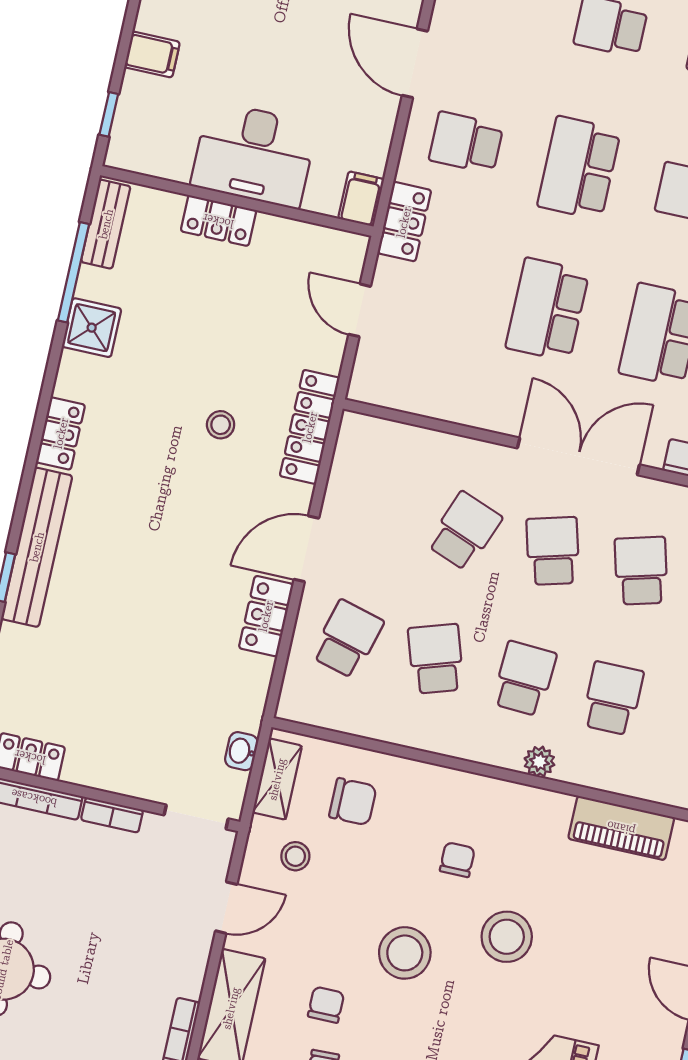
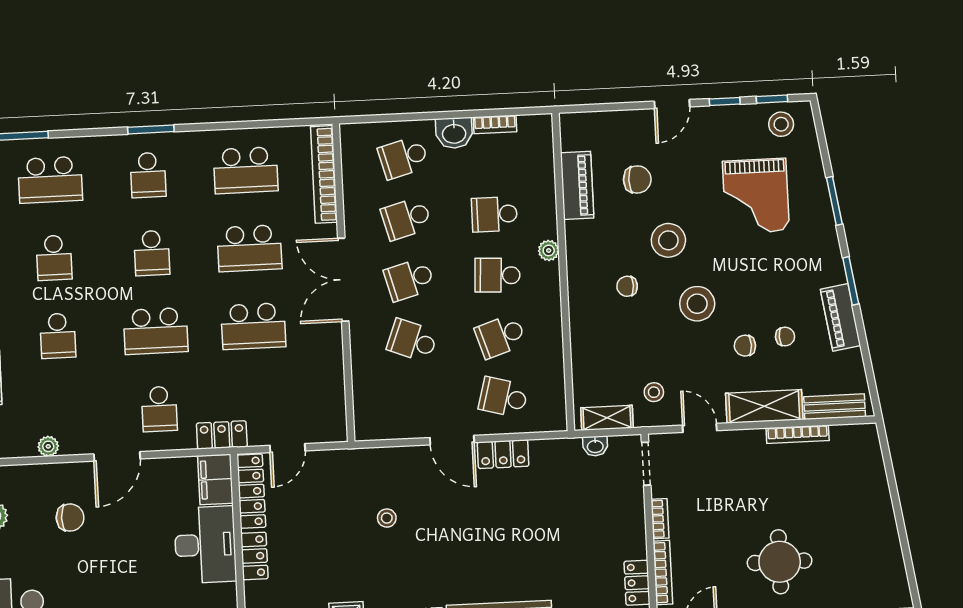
filing cabinet: (361, 199) -> (215, 479), width x2.00
locker: (310, 427) -> (251, 491), moved, turned -90
chair: (353, 802) -> (637, 179), moved, turned 90

